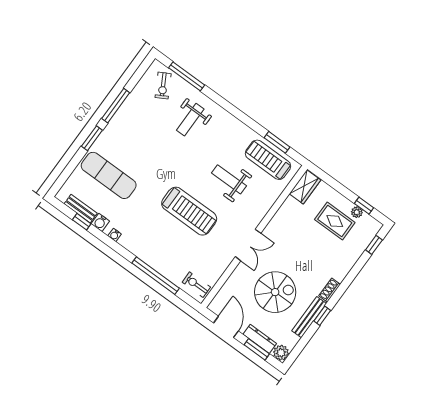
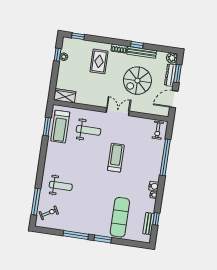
weight bench: (229, 179) -> (89, 130), moved, turned -90
treadmill: (189, 211) -> (116, 158), width x0.73, depth x0.73
rug: (335, 221) -> (99, 61), moved
water cooler: (100, 222) -> (154, 186), moved
spiral stairs: (275, 292) -> (137, 81), turned -90

